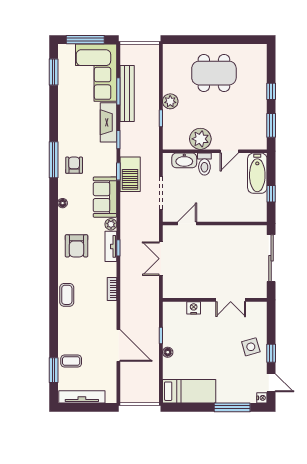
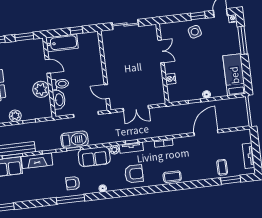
sliding door: (271, 258) -> (125, 24), width x0.73
tv unit: (82, 397) -> (248, 156), width x0.71

